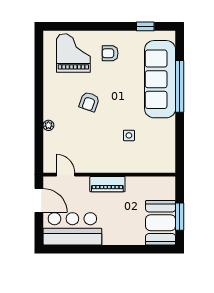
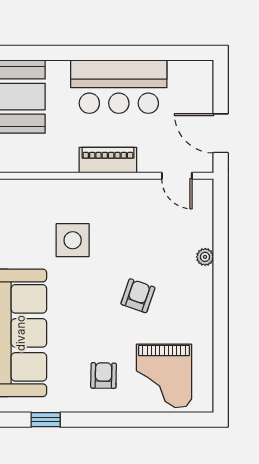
armchair: (110, 53) -> (103, 376), turned -89
side table: (129, 135) -> (73, 240), width x1.87, depth x1.87
bar counter: (72, 229) -> (119, 87), moved

